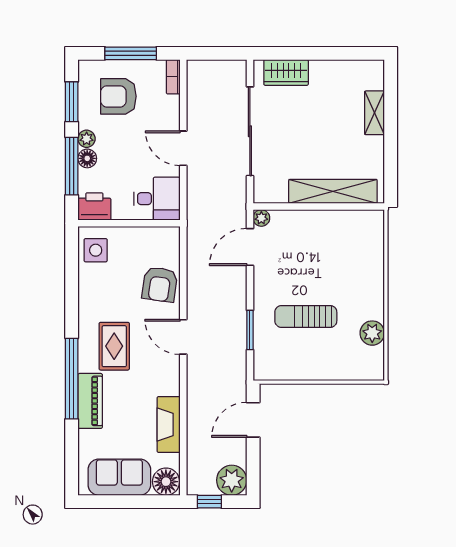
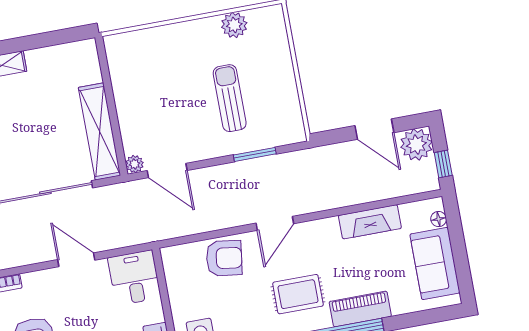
door: (183, 148) -> (76, 260), swing flipped
shelving: (333, 191) -> (100, 131), moved
sun lounger: (306, 316) -> (230, 98), turned 180
door: (253, 420) -> (374, 129), moved
floor lamp: (166, 482) -> (439, 219), width x0.53, depth x0.53

